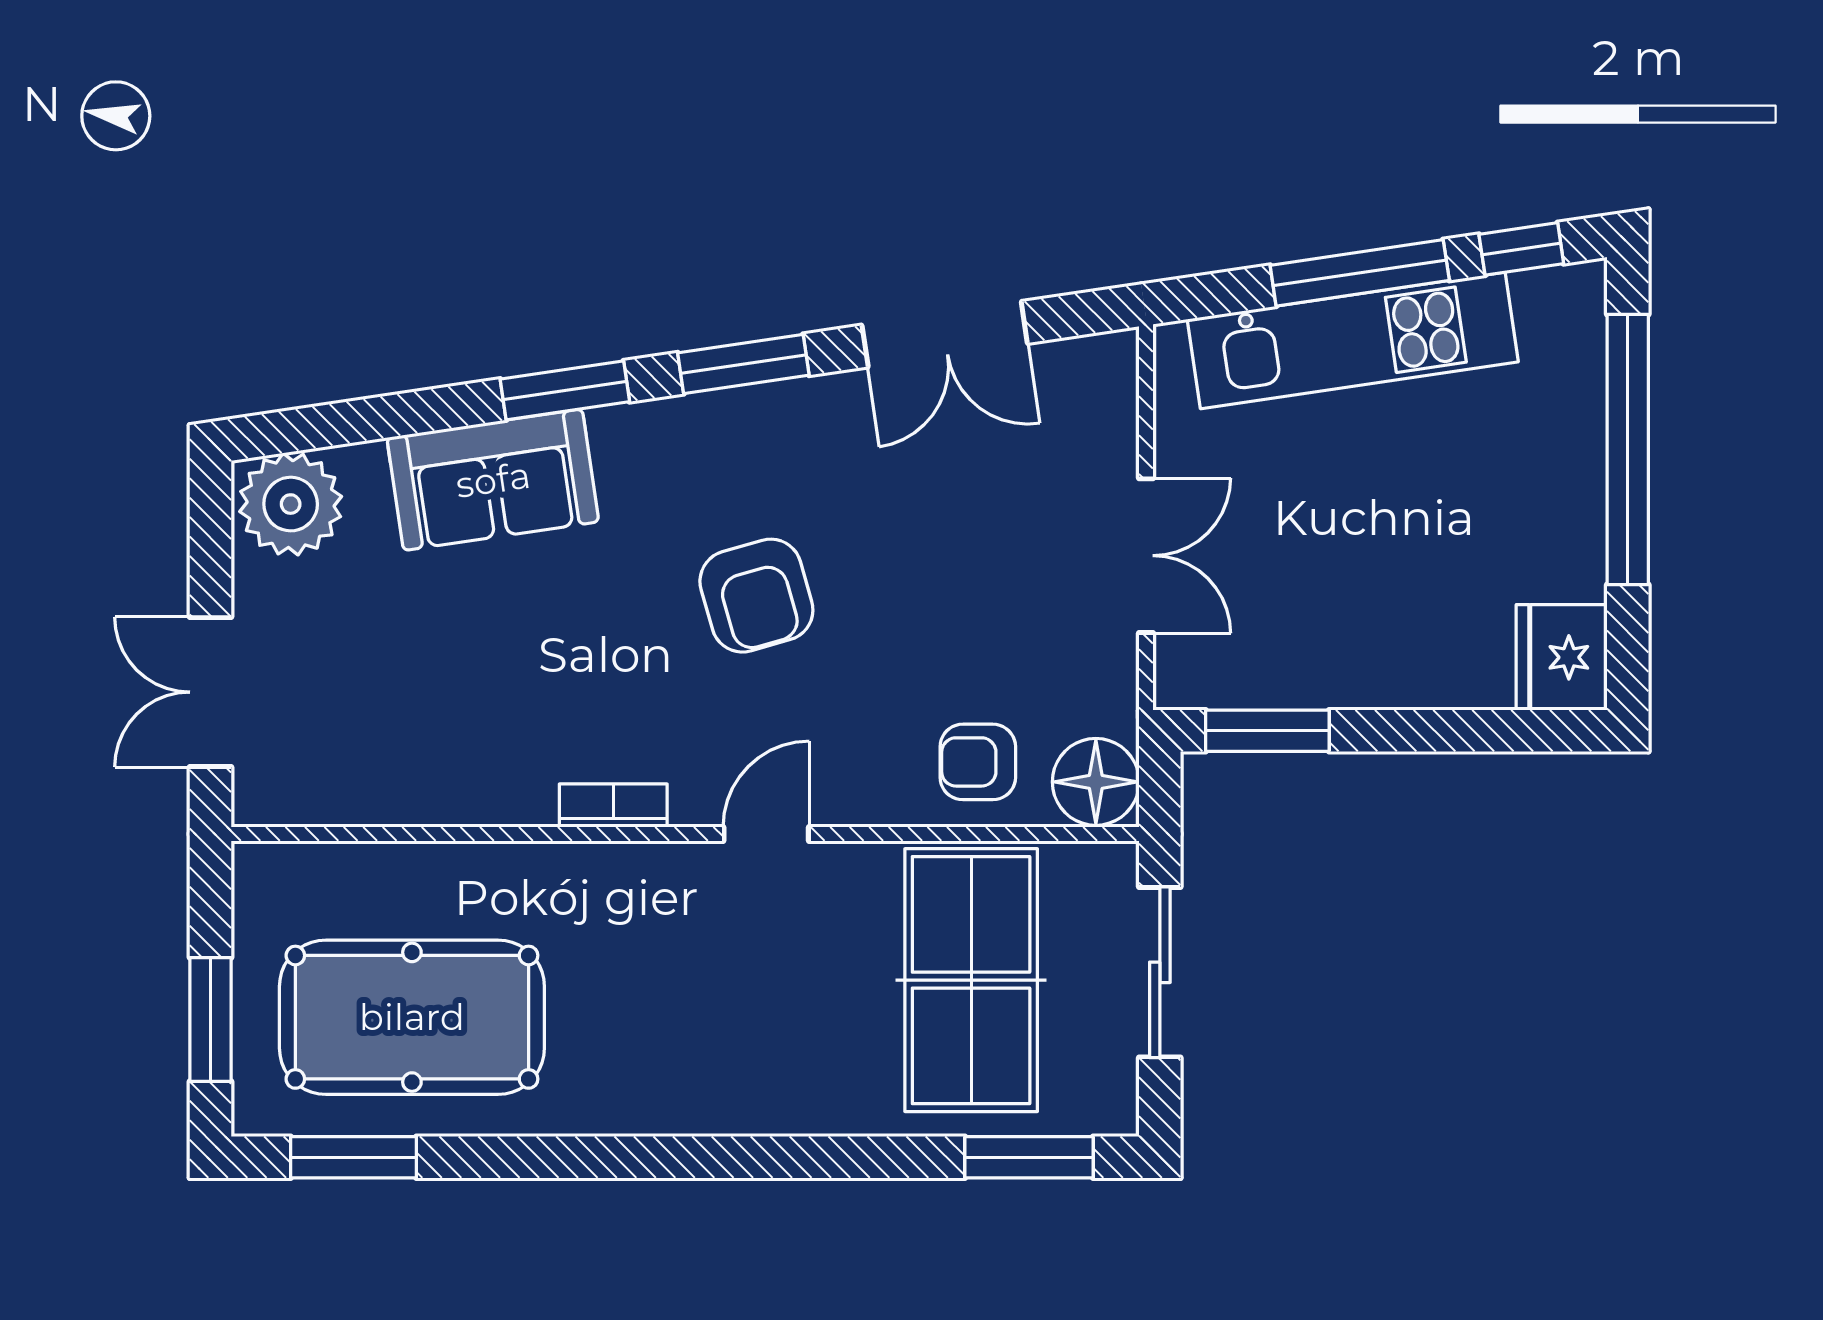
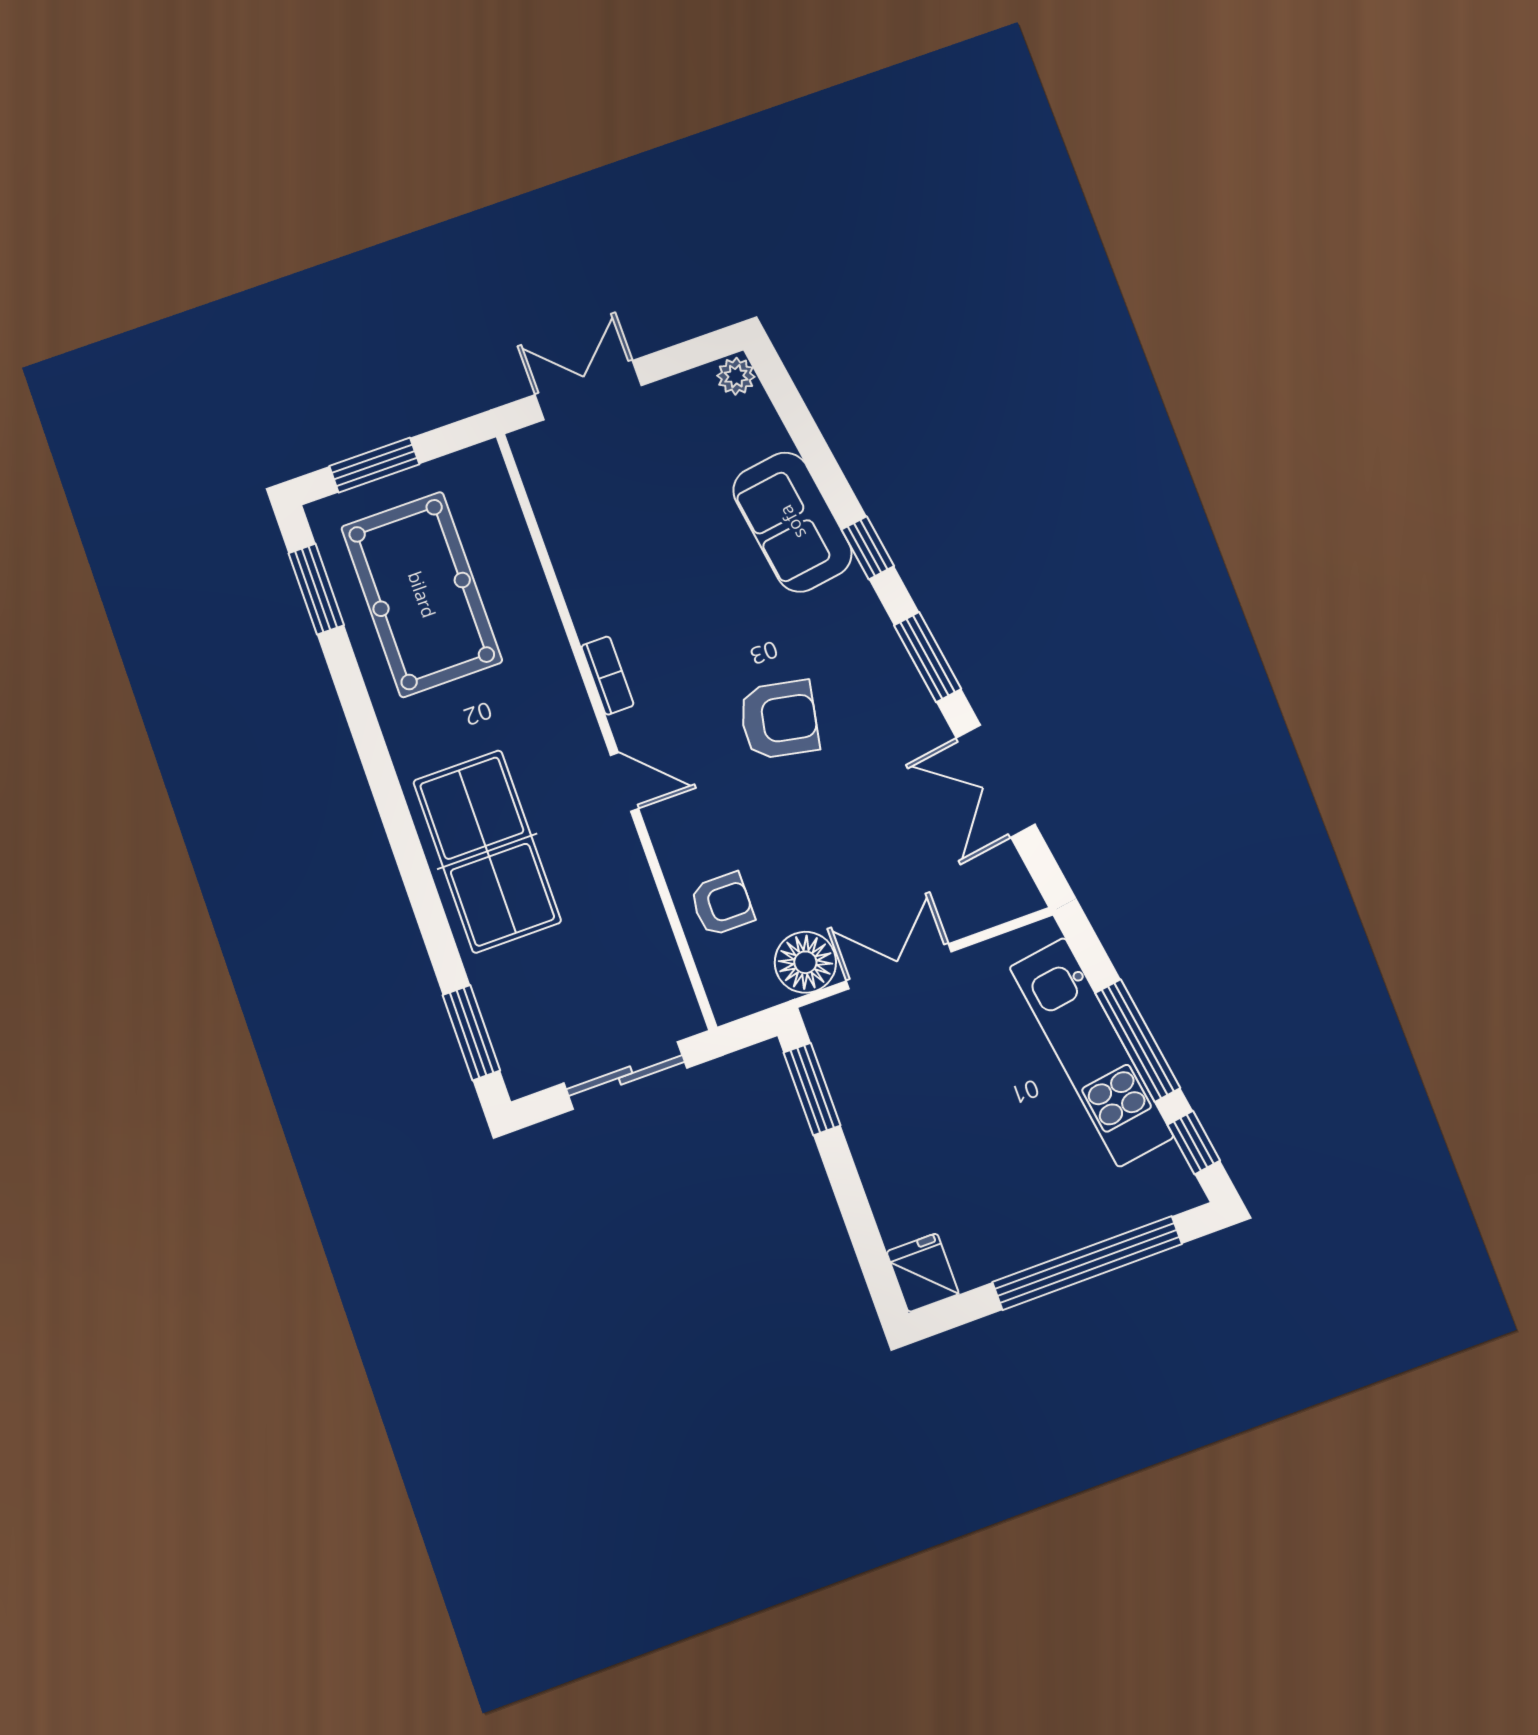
window: (565, 390) -> (868, 548), width x0.67
plant: (291, 504) -> (736, 376), width x0.53, depth x0.53
double door: (1146, 556) -> (899, 966), swing flipped
armchair: (756, 596) -> (779, 720), turned -153
fridge: (1562, 657) -> (923, 1273), width x0.72
armchair: (978, 762) -> (722, 904), turned 90
floor lamp: (1096, 782) -> (805, 962), moved
table tennis table: (971, 980) -> (487, 851), moved, turned 90

